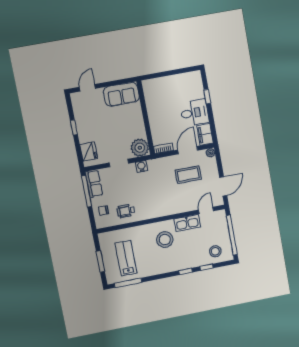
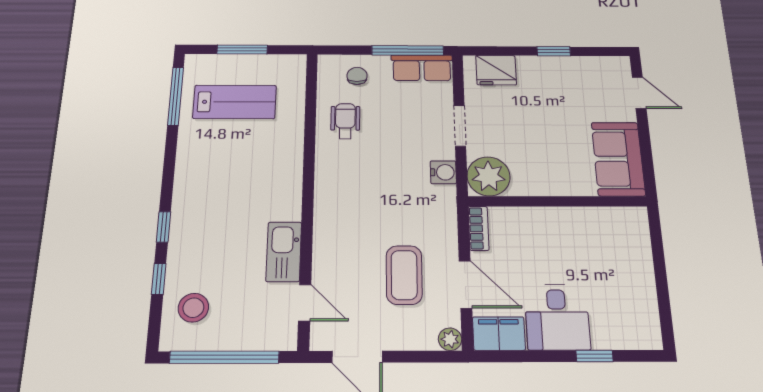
stool: (165, 240) -> (256, 193), removed

